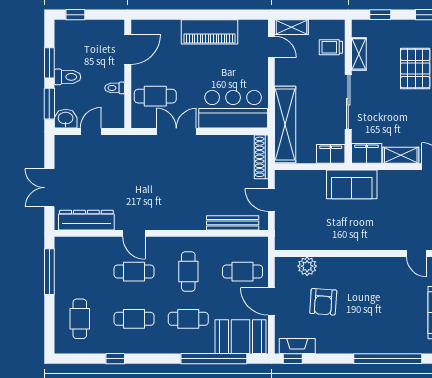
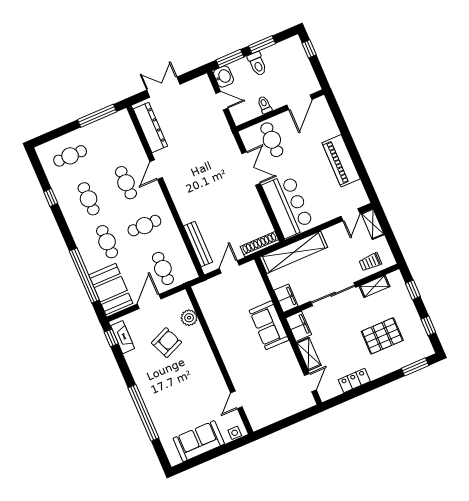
trolley: (331, 47) -> (370, 262), turned -90
door: (128, 50) -> (299, 102), hinge flipped
armchair: (323, 302) -> (166, 343), turned 153

